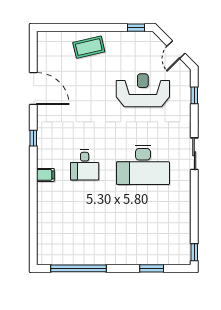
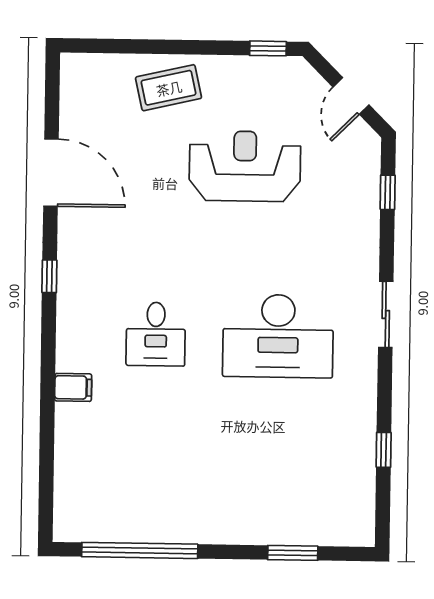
reception desk: (143, 90) -> (245, 166), moved
filing cabinet: (45, 175) -> (73, 387), moved
window: (194, 252) -> (384, 450), moved

